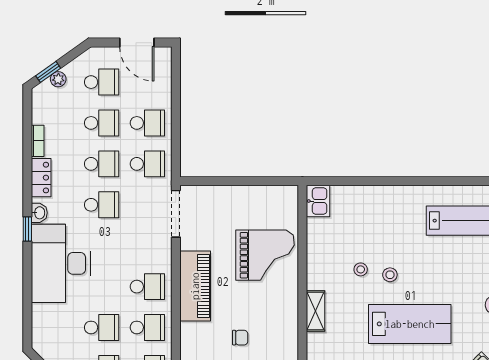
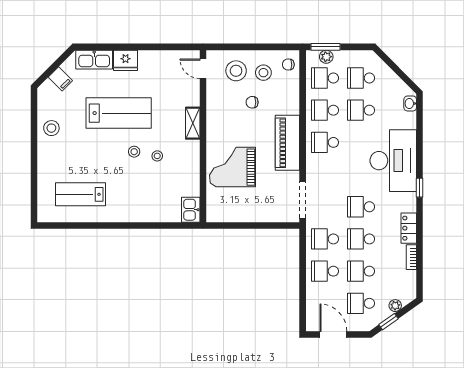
window: (48, 72) -> (388, 322), moved
washbasin: (39, 213) -> (410, 103), moved
lab bench: (410, 324) -> (119, 113), turned 180

